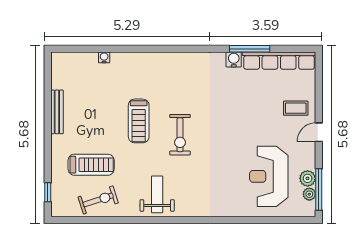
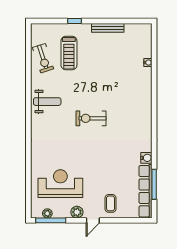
window: (250, 49) -> (154, 184), moved
treadmill: (139, 121) -> (101, 88), removed
door: (319, 132) -> (93, 220), swing flipped
plant: (308, 178) -> (77, 212), moved
window: (48, 192) -> (75, 21), moved

